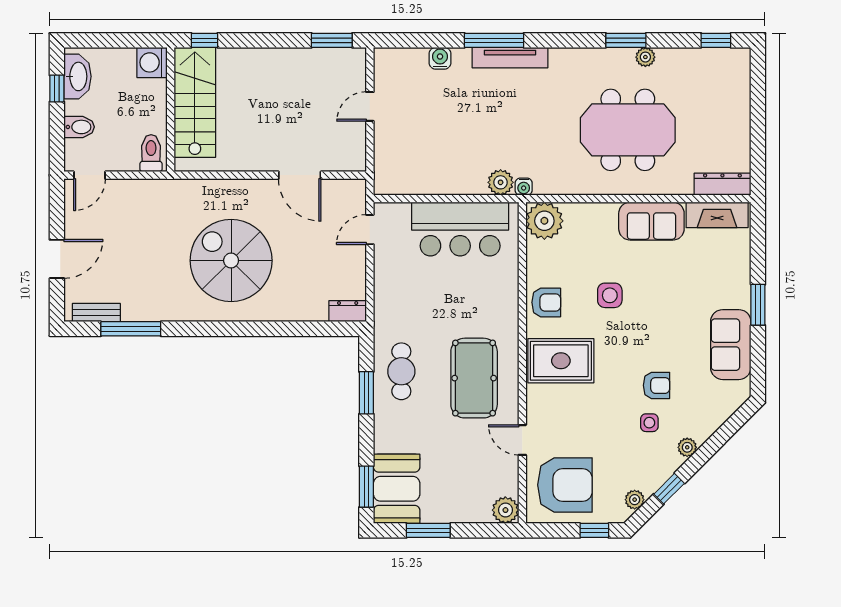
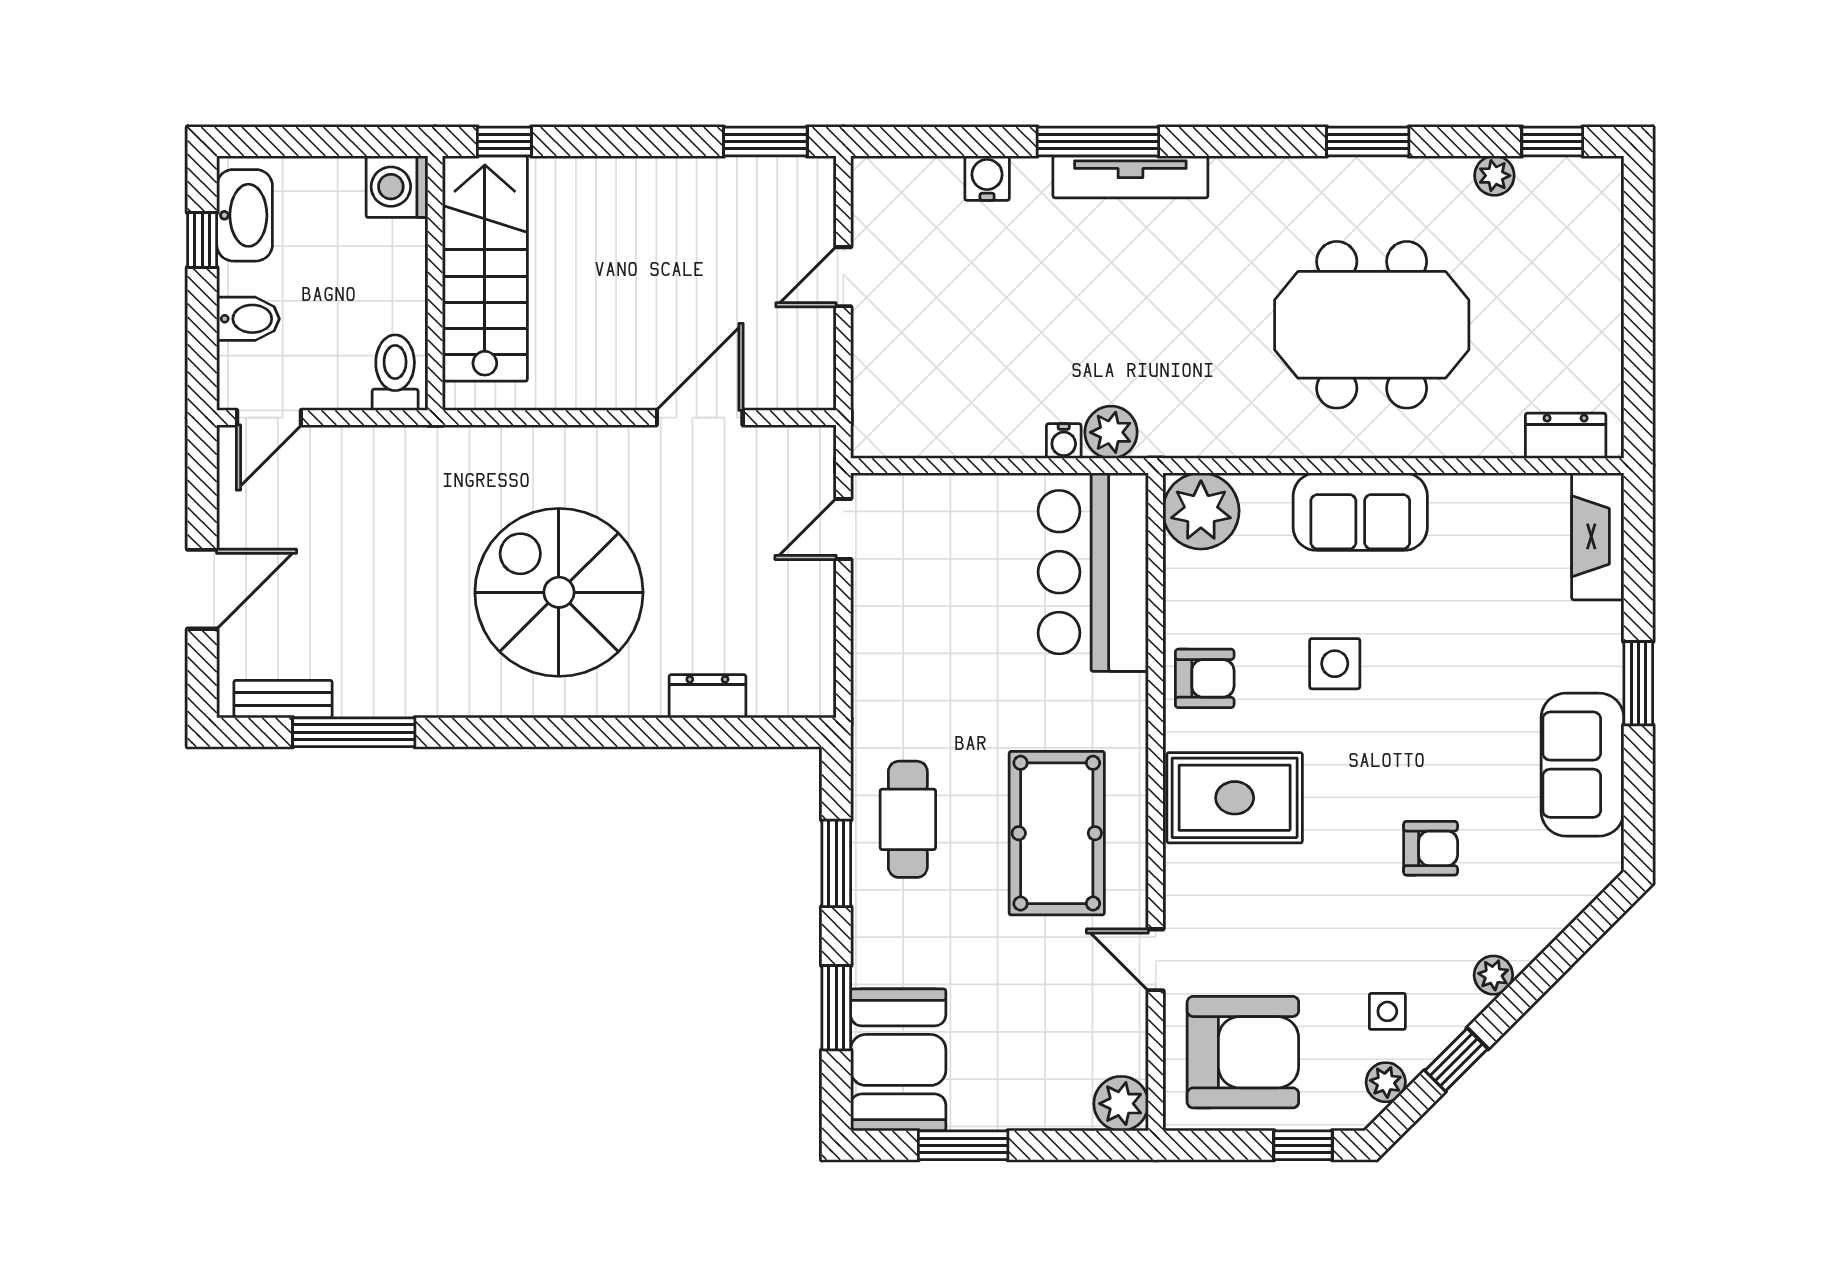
plant: (645, 57) -> (1494, 176), moved
door: (300, 175) -> (700, 418), swing flipped
dresser: (722, 184) -> (1566, 436), width x0.70
water cooler: (524, 187) -> (1064, 441), moved
fireplace: (717, 215) -> (1598, 536), moved, turned 90
sofa: (651, 221) -> (1360, 512), moved
bar counter: (460, 229) -> (1093, 572), moved, turned 90
dresser: (348, 311) -> (707, 696), moved
side table: (649, 423) -> (1387, 1011), moved
window: (366, 487) -> (836, 1008), moved

